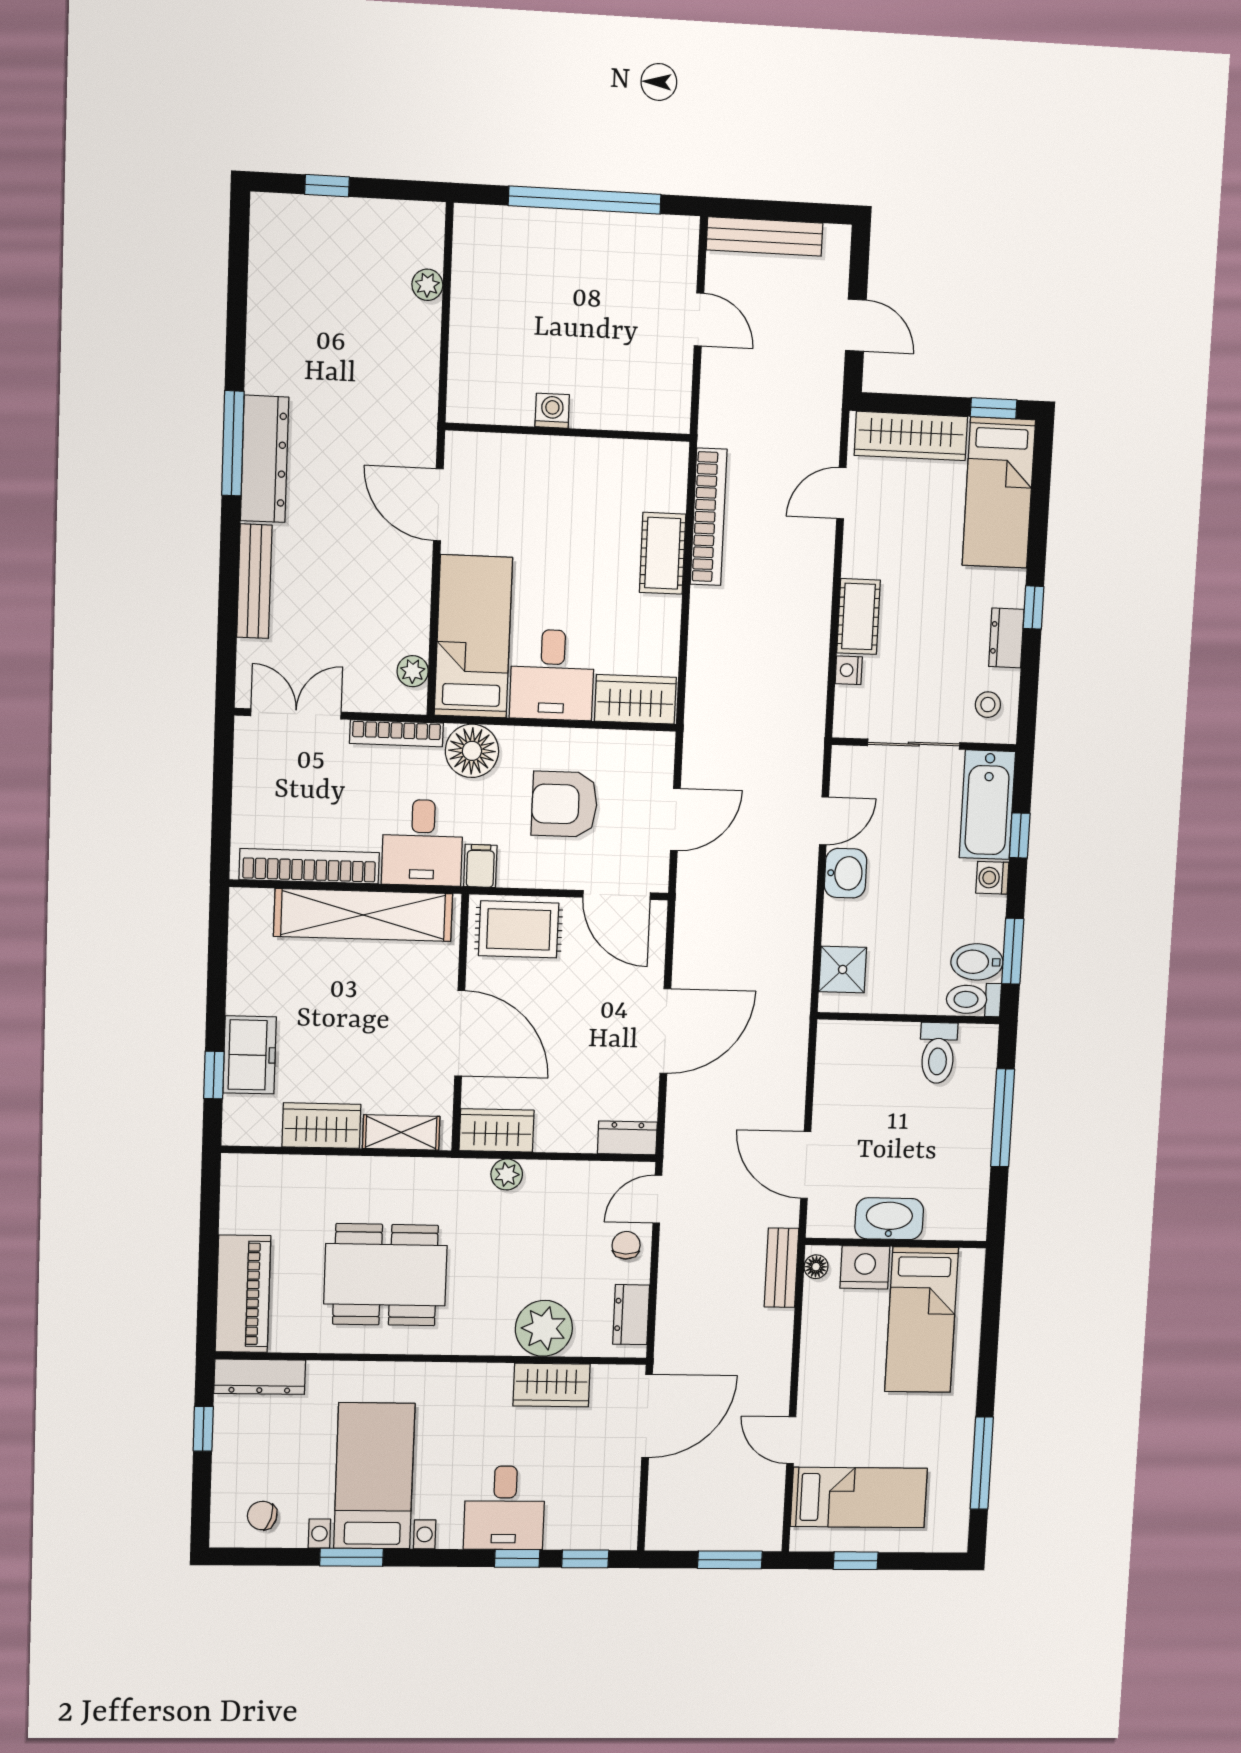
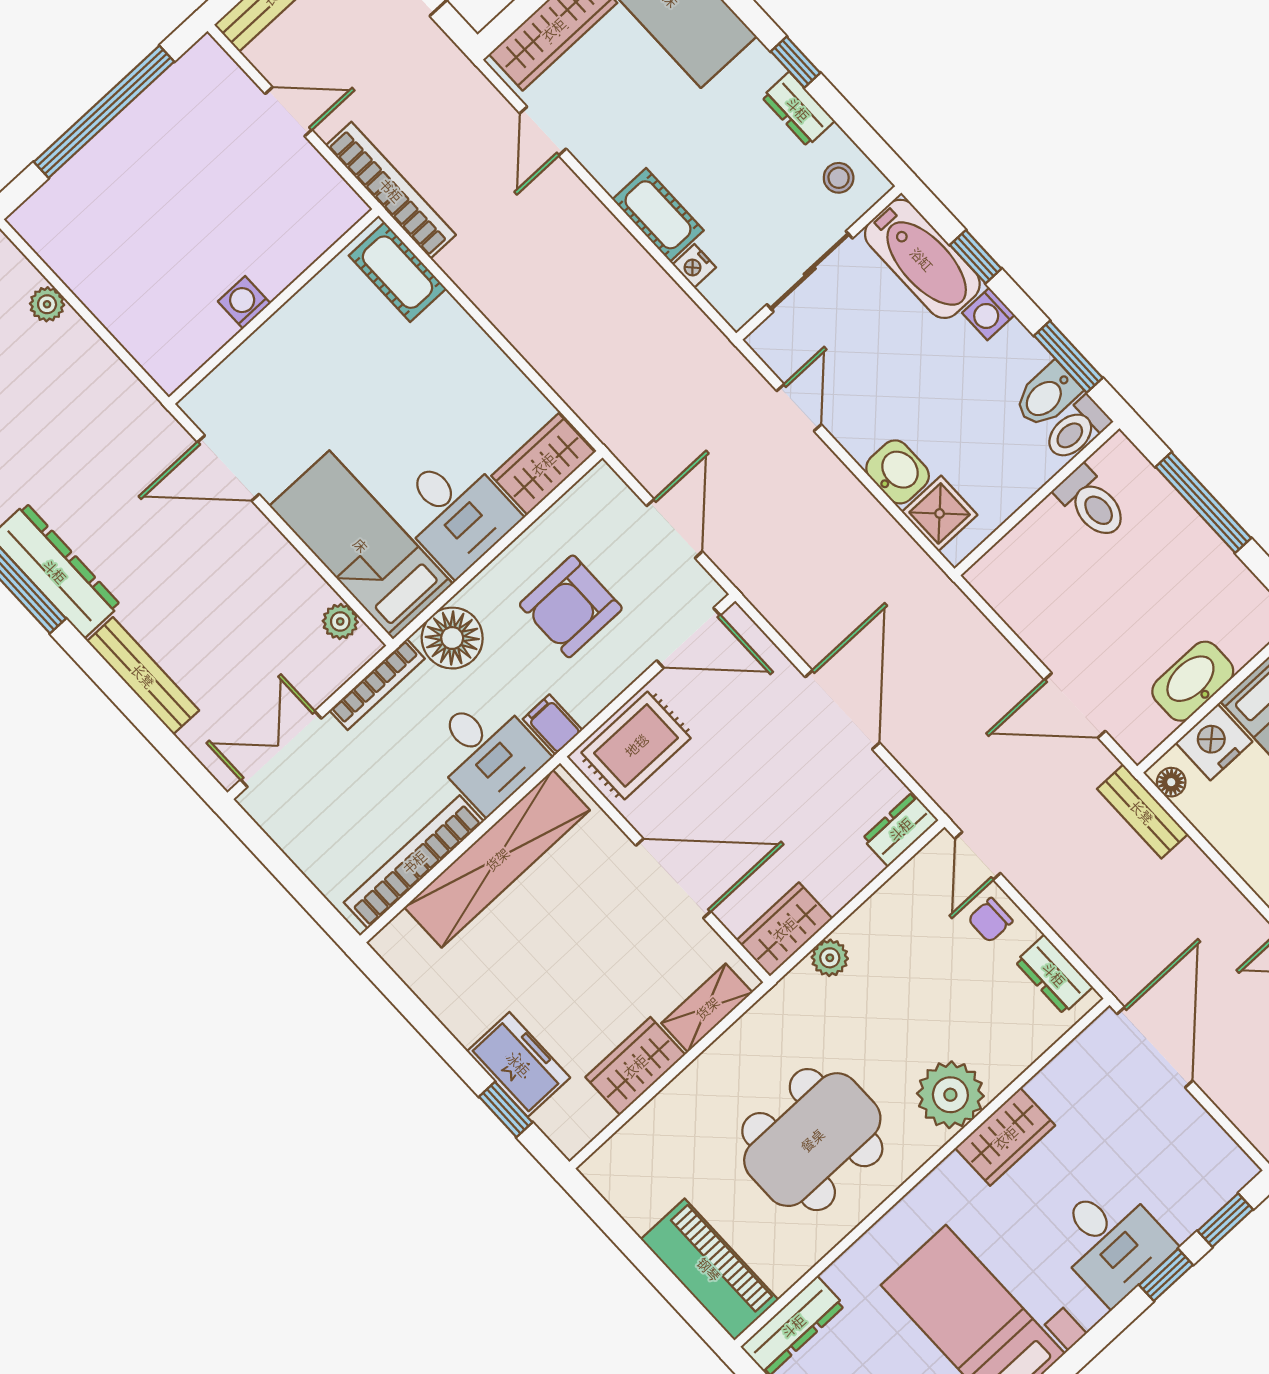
bookcase: (709, 517) -> (391, 190), moved
cot: (663, 553) -> (397, 272), moved
washbasin: (846, 873) -> (898, 472), moved
chair: (626, 1245) -> (990, 920), turned -90
plant: (544, 1328) -> (950, 1095), moved
wardrobe: (552, 1385) -> (1005, 1137), moved

